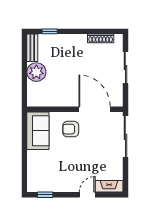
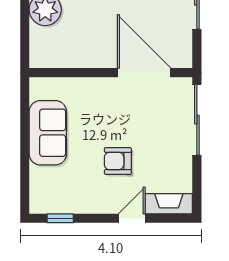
armchair: (71, 129) -> (118, 161), moved
sofa: (38, 131) -> (48, 133), moved

